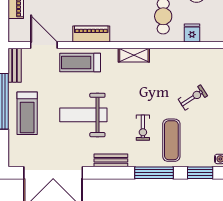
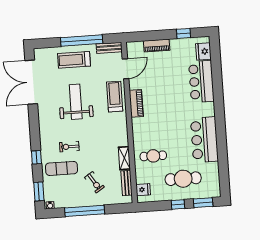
fridge: (192, 33) -> (143, 190), moved
shelving: (134, 55) -> (124, 158), moved
bench: (111, 160) -> (127, 183), moved
window: (154, 173) -> (36, 157), width x0.46

